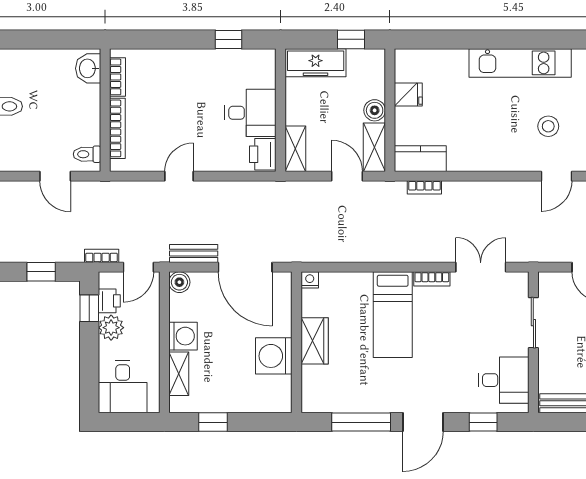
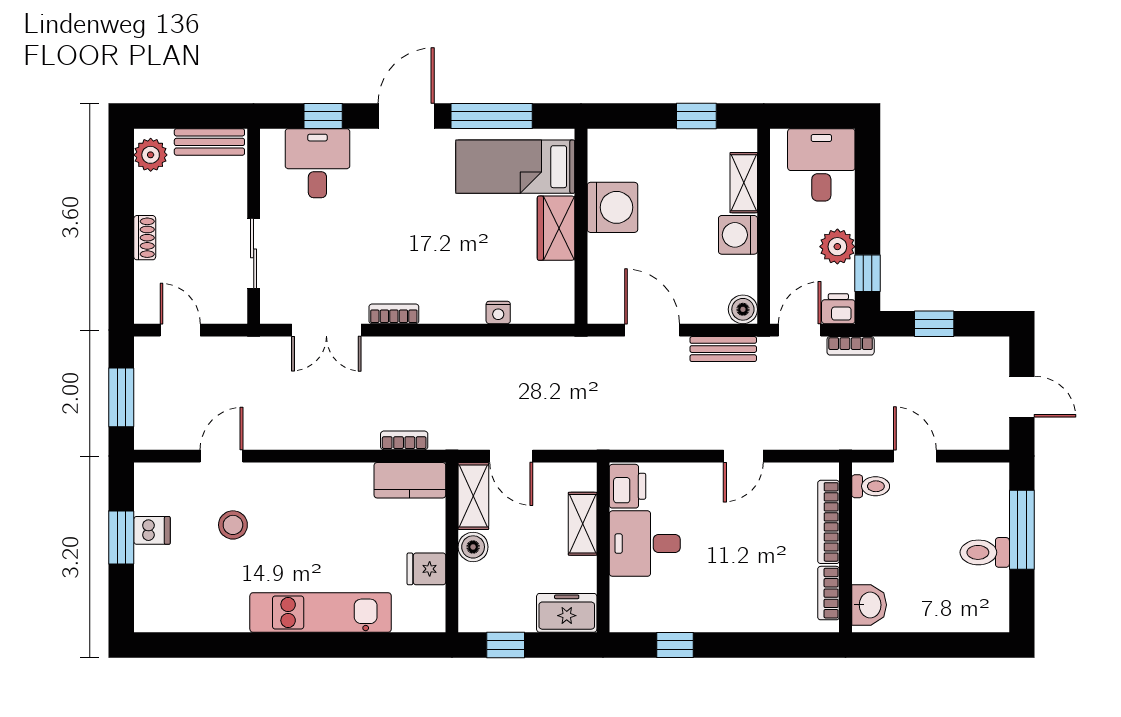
freezer: (316, 63) -> (567, 613), width x0.71
kitchen unit: (520, 63) -> (321, 613), moved
shelving: (295, 149) -> (583, 524), moved
door: (245, 267) -> (652, 330), width x0.73
nightstand: (310, 280) -> (498, 312), moved
printer: (109, 301) -> (838, 309), moved, turned 90
bed: (393, 315) -> (515, 167), moved, turned -90
desk: (504, 380) -> (317, 163), moved, turned 90

